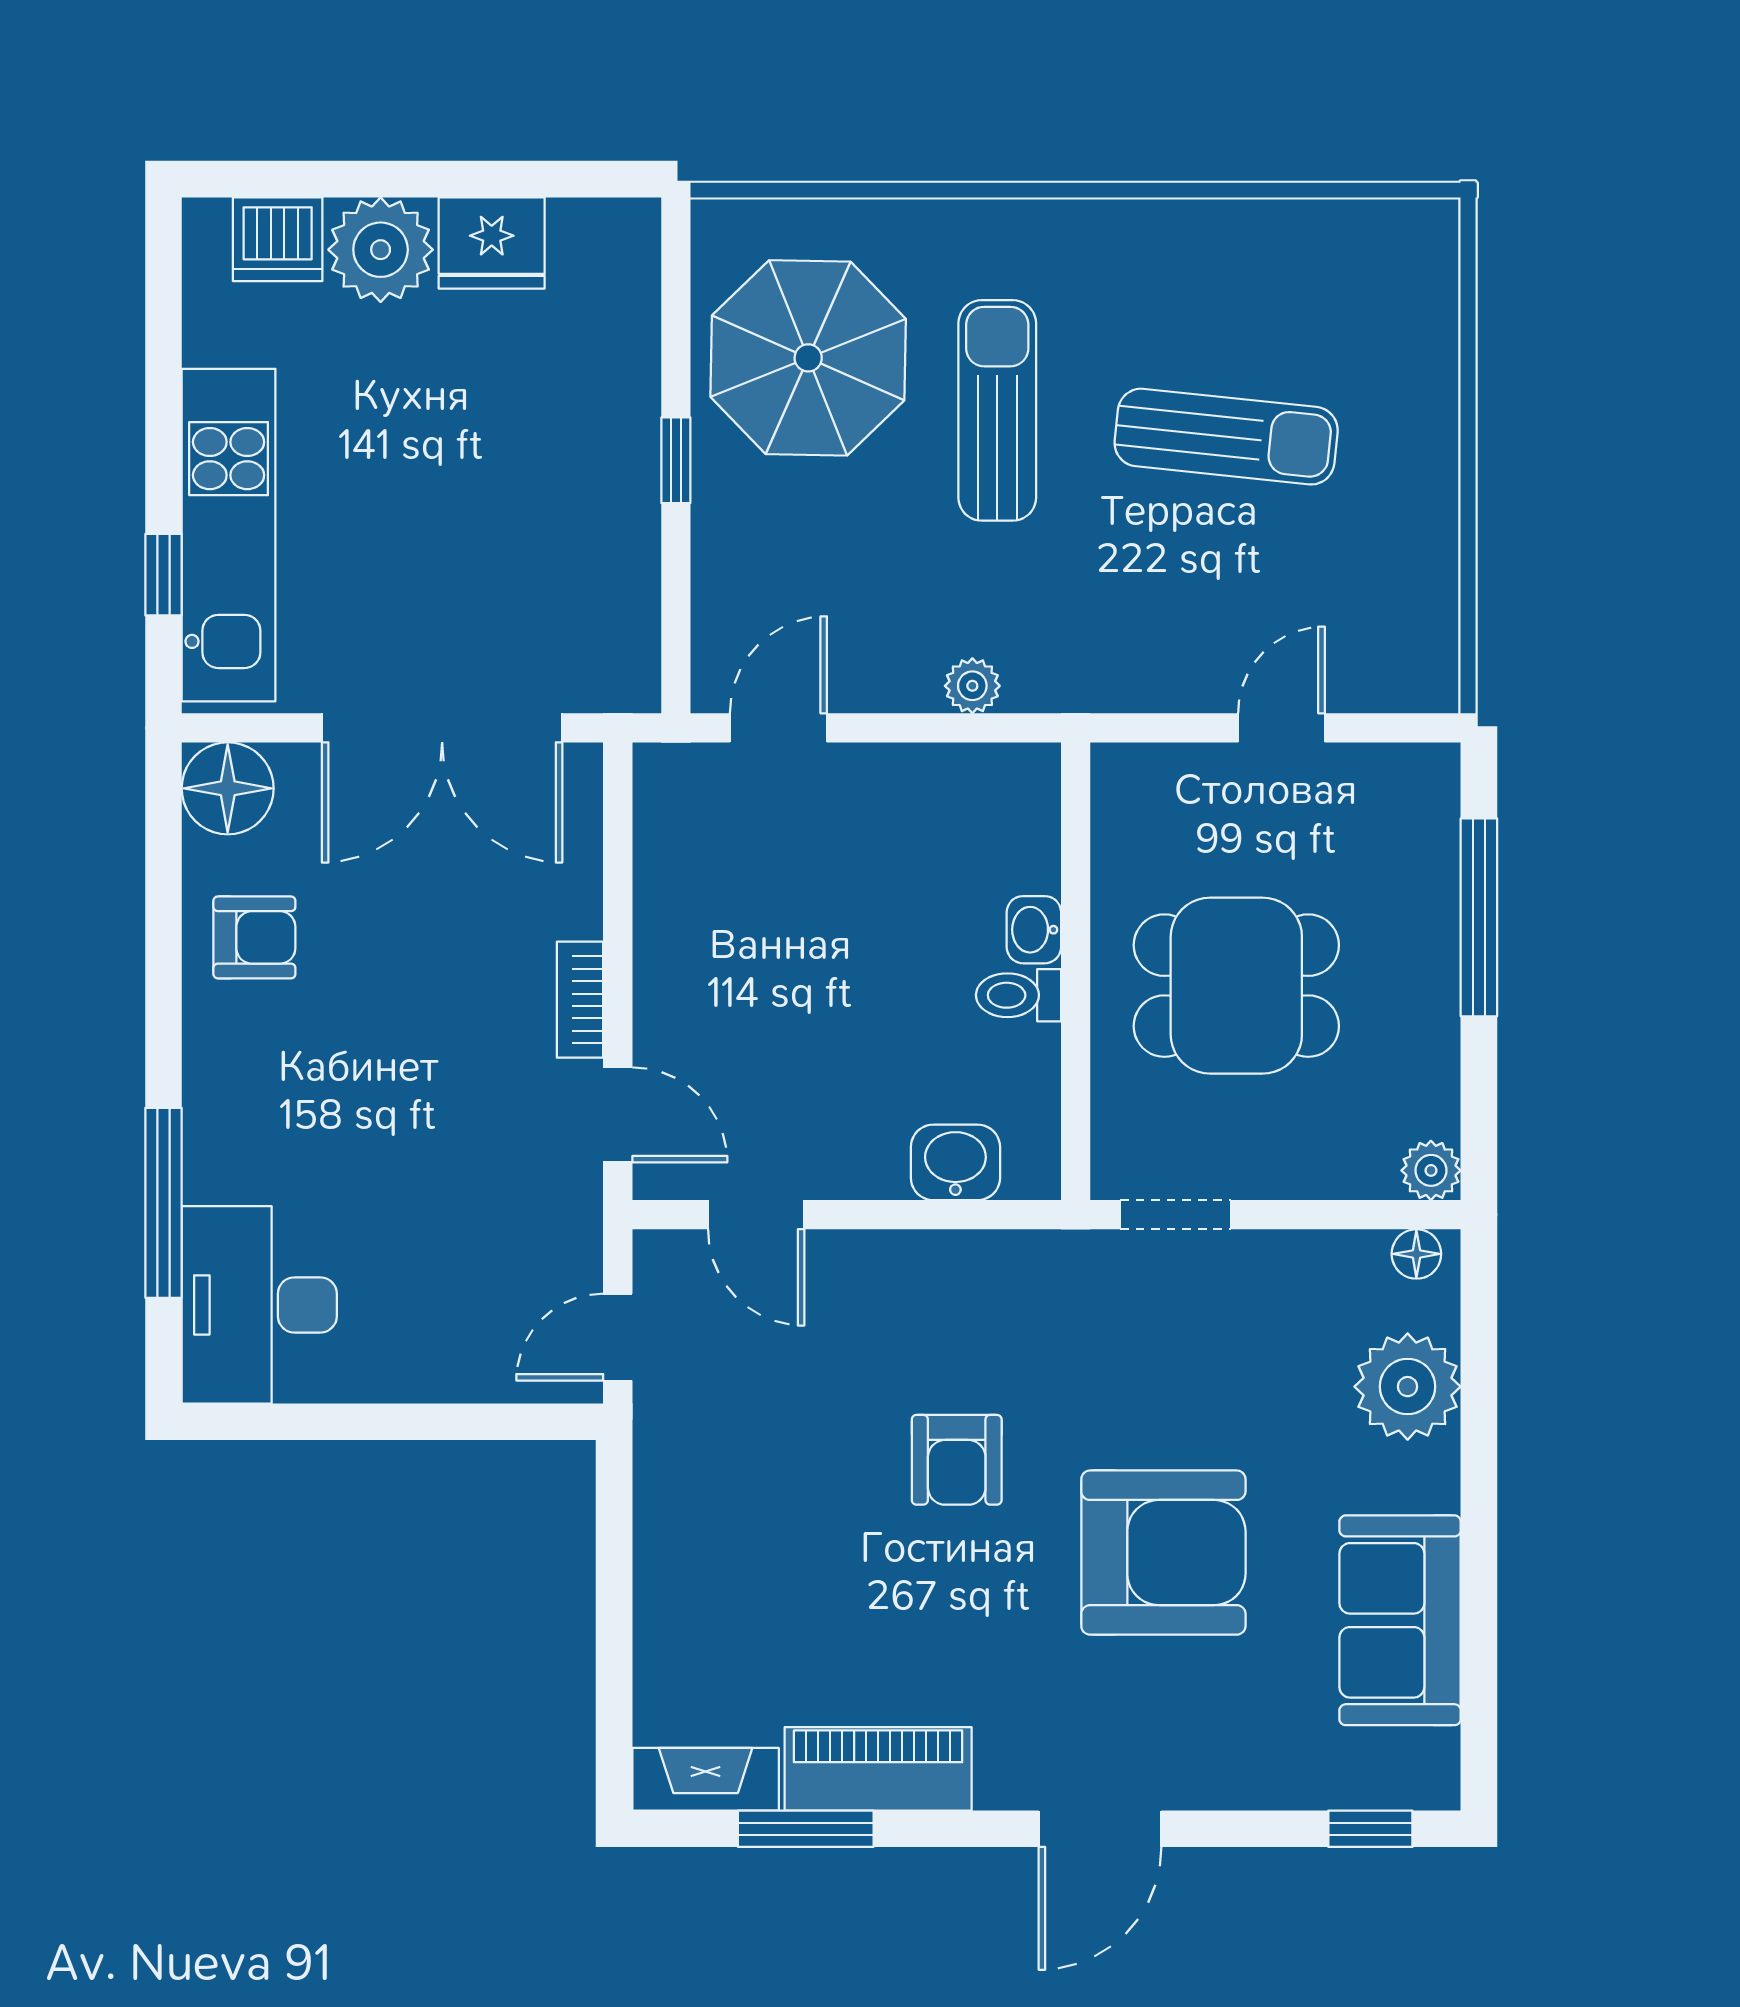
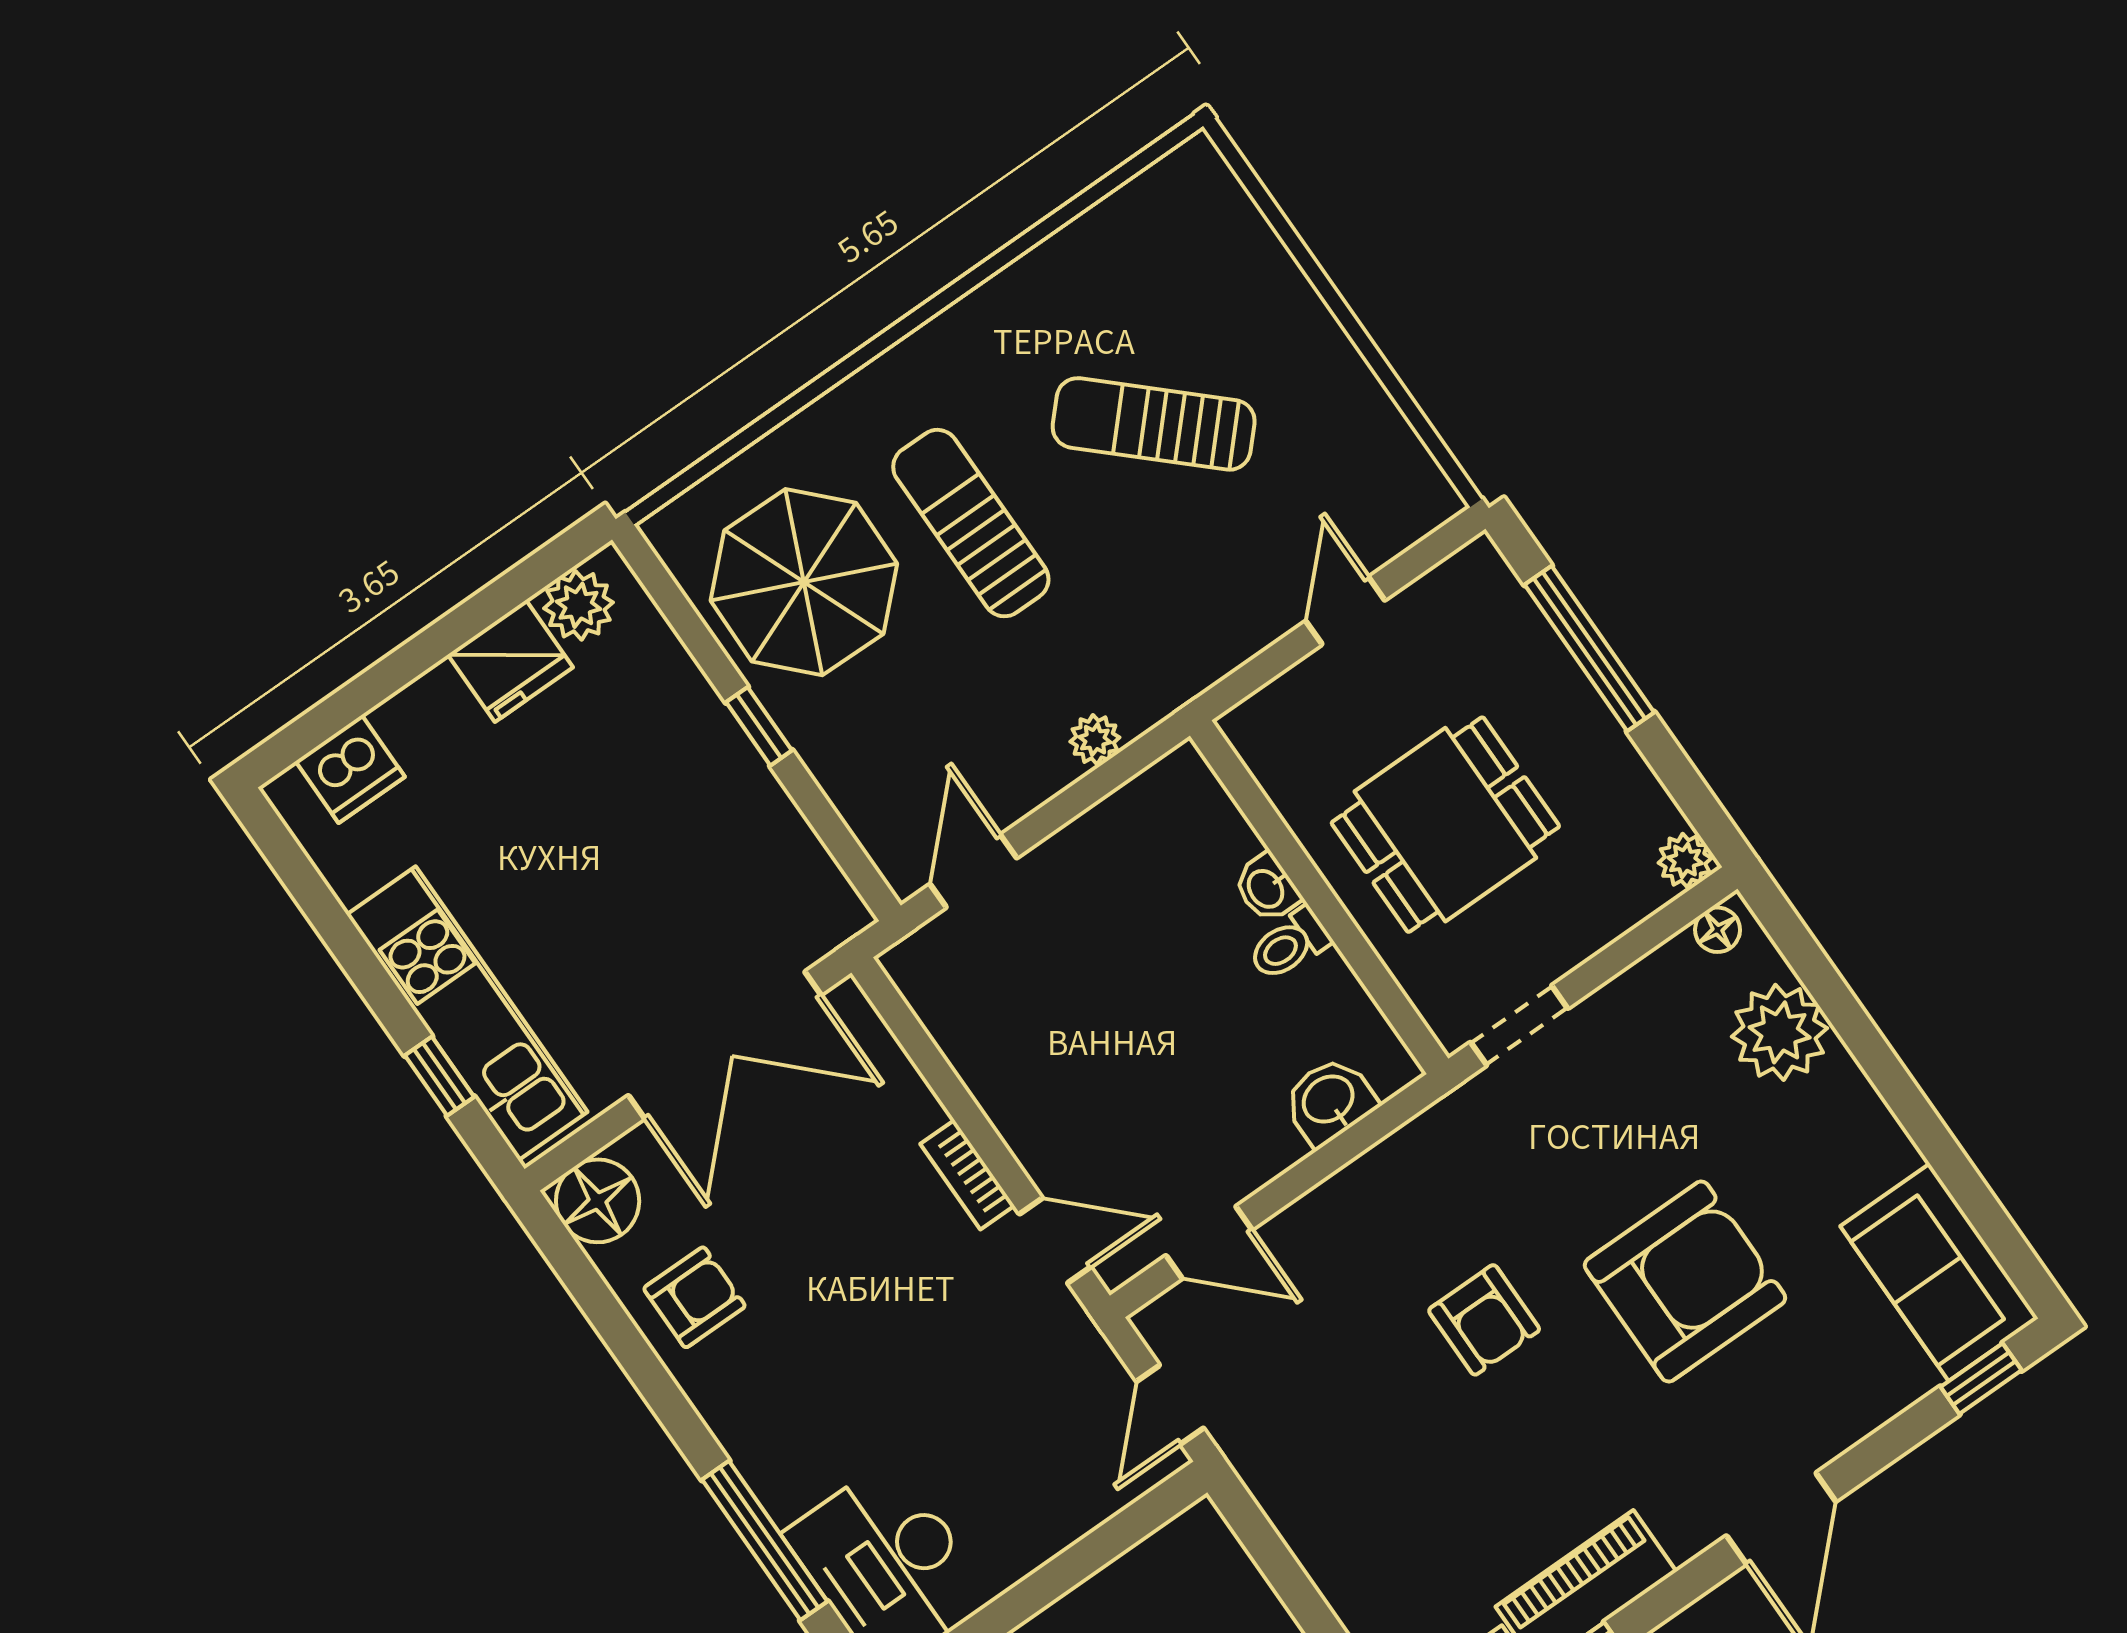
plant: (381, 250) -> (579, 605), moved, width x0.73, depth x0.73
sun lounger: (1226, 437) -> (1154, 424), turned -143
sofa: (1400, 1620) -> (1939, 1272), moved

